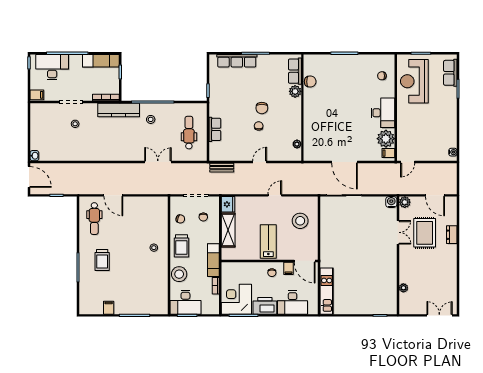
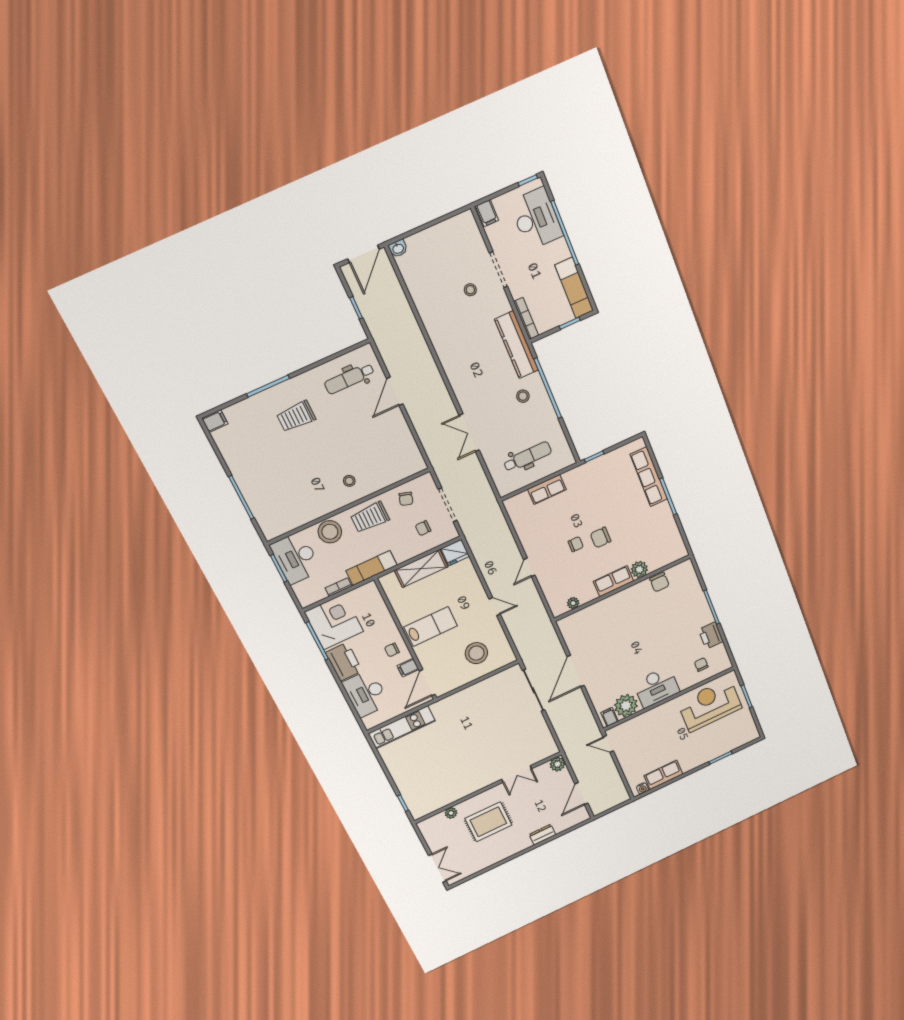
printer: (364, 61) -> (711, 635), added
row of seats: (295, 71) -> (613, 581), moved
row of seats: (450, 73) -> (663, 775), moved
double door: (158, 162) -> (469, 433), swing flipped
door: (260, 162) -> (529, 567), swing flipped
bench: (222, 168) -> (500, 522), removed
water cooler: (391, 202) -> (551, 749), removed
rug: (425, 233) -> (488, 822), moved
filing cabinet: (109, 308) -> (215, 421), moved

